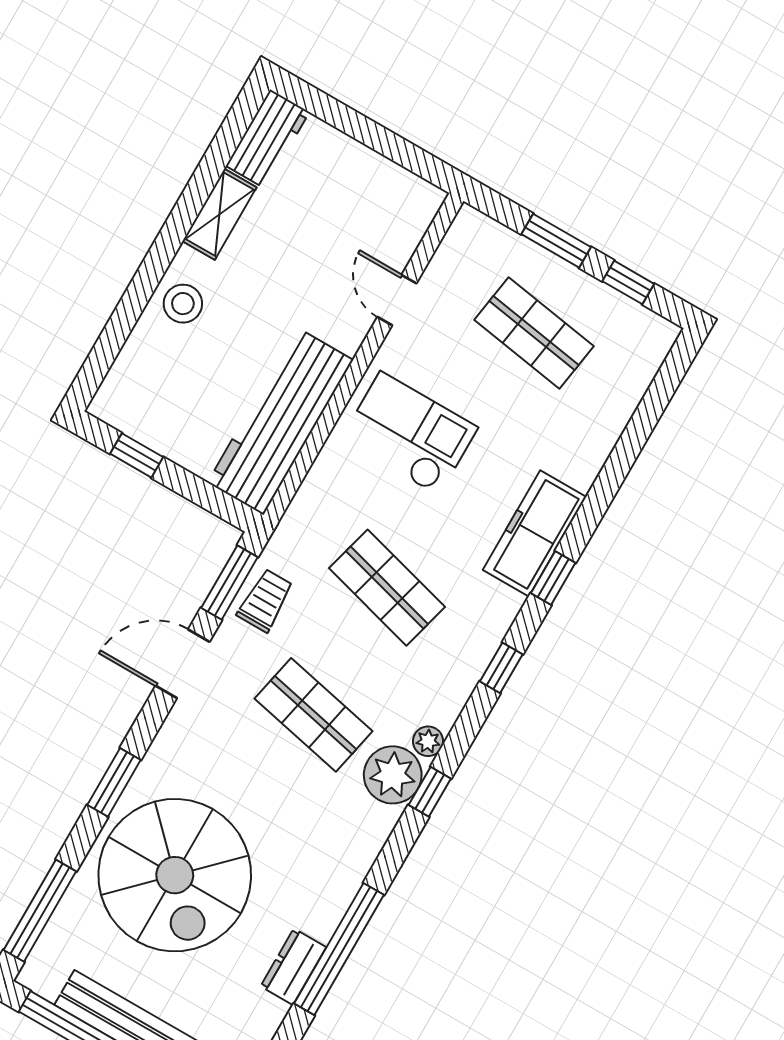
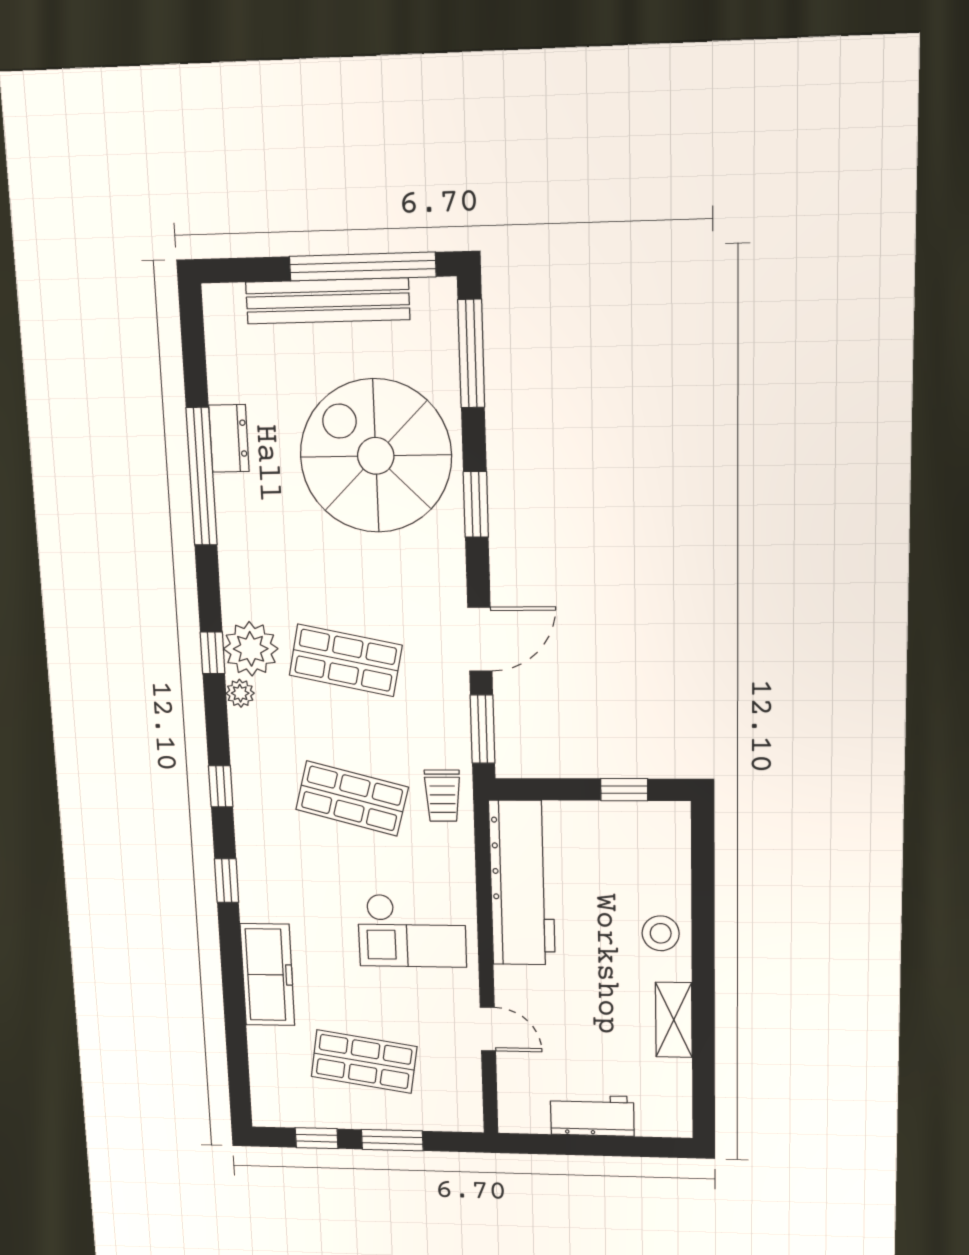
workbench: (268, 139) -> (592, 1116), moved, turned 90
freezer: (535, 533) -> (267, 975), moved
trolley: (265, 600) -> (442, 796), moved

